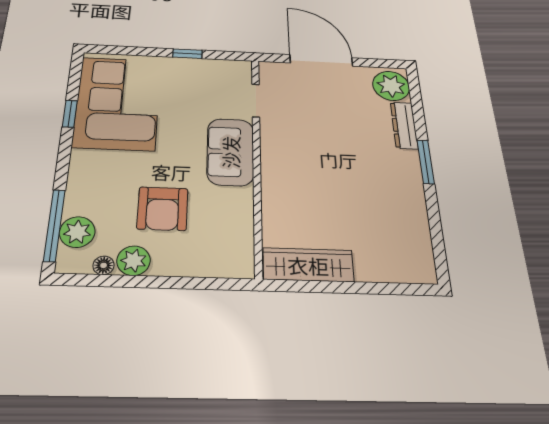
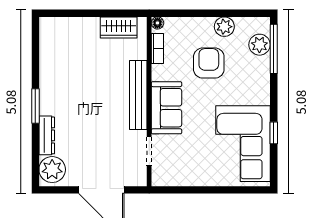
window: (187, 54) -> (197, 190), removed
bench: (273, 170) -> (138, 95), added
bookcase: (245, 232) -> (157, 48), added
floor lamp: (104, 265) -> (157, 23), moved
wardrobe: (308, 265) -> (119, 27), width x0.67

